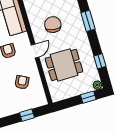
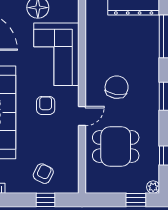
armchair: (22, 82) -> (43, 174), moved

